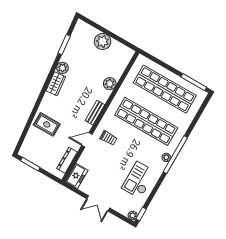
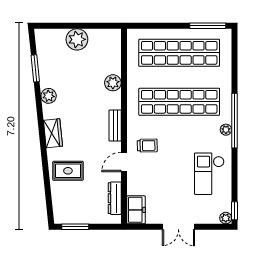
wardrobe: (56, 84) -> (53, 133), moved

